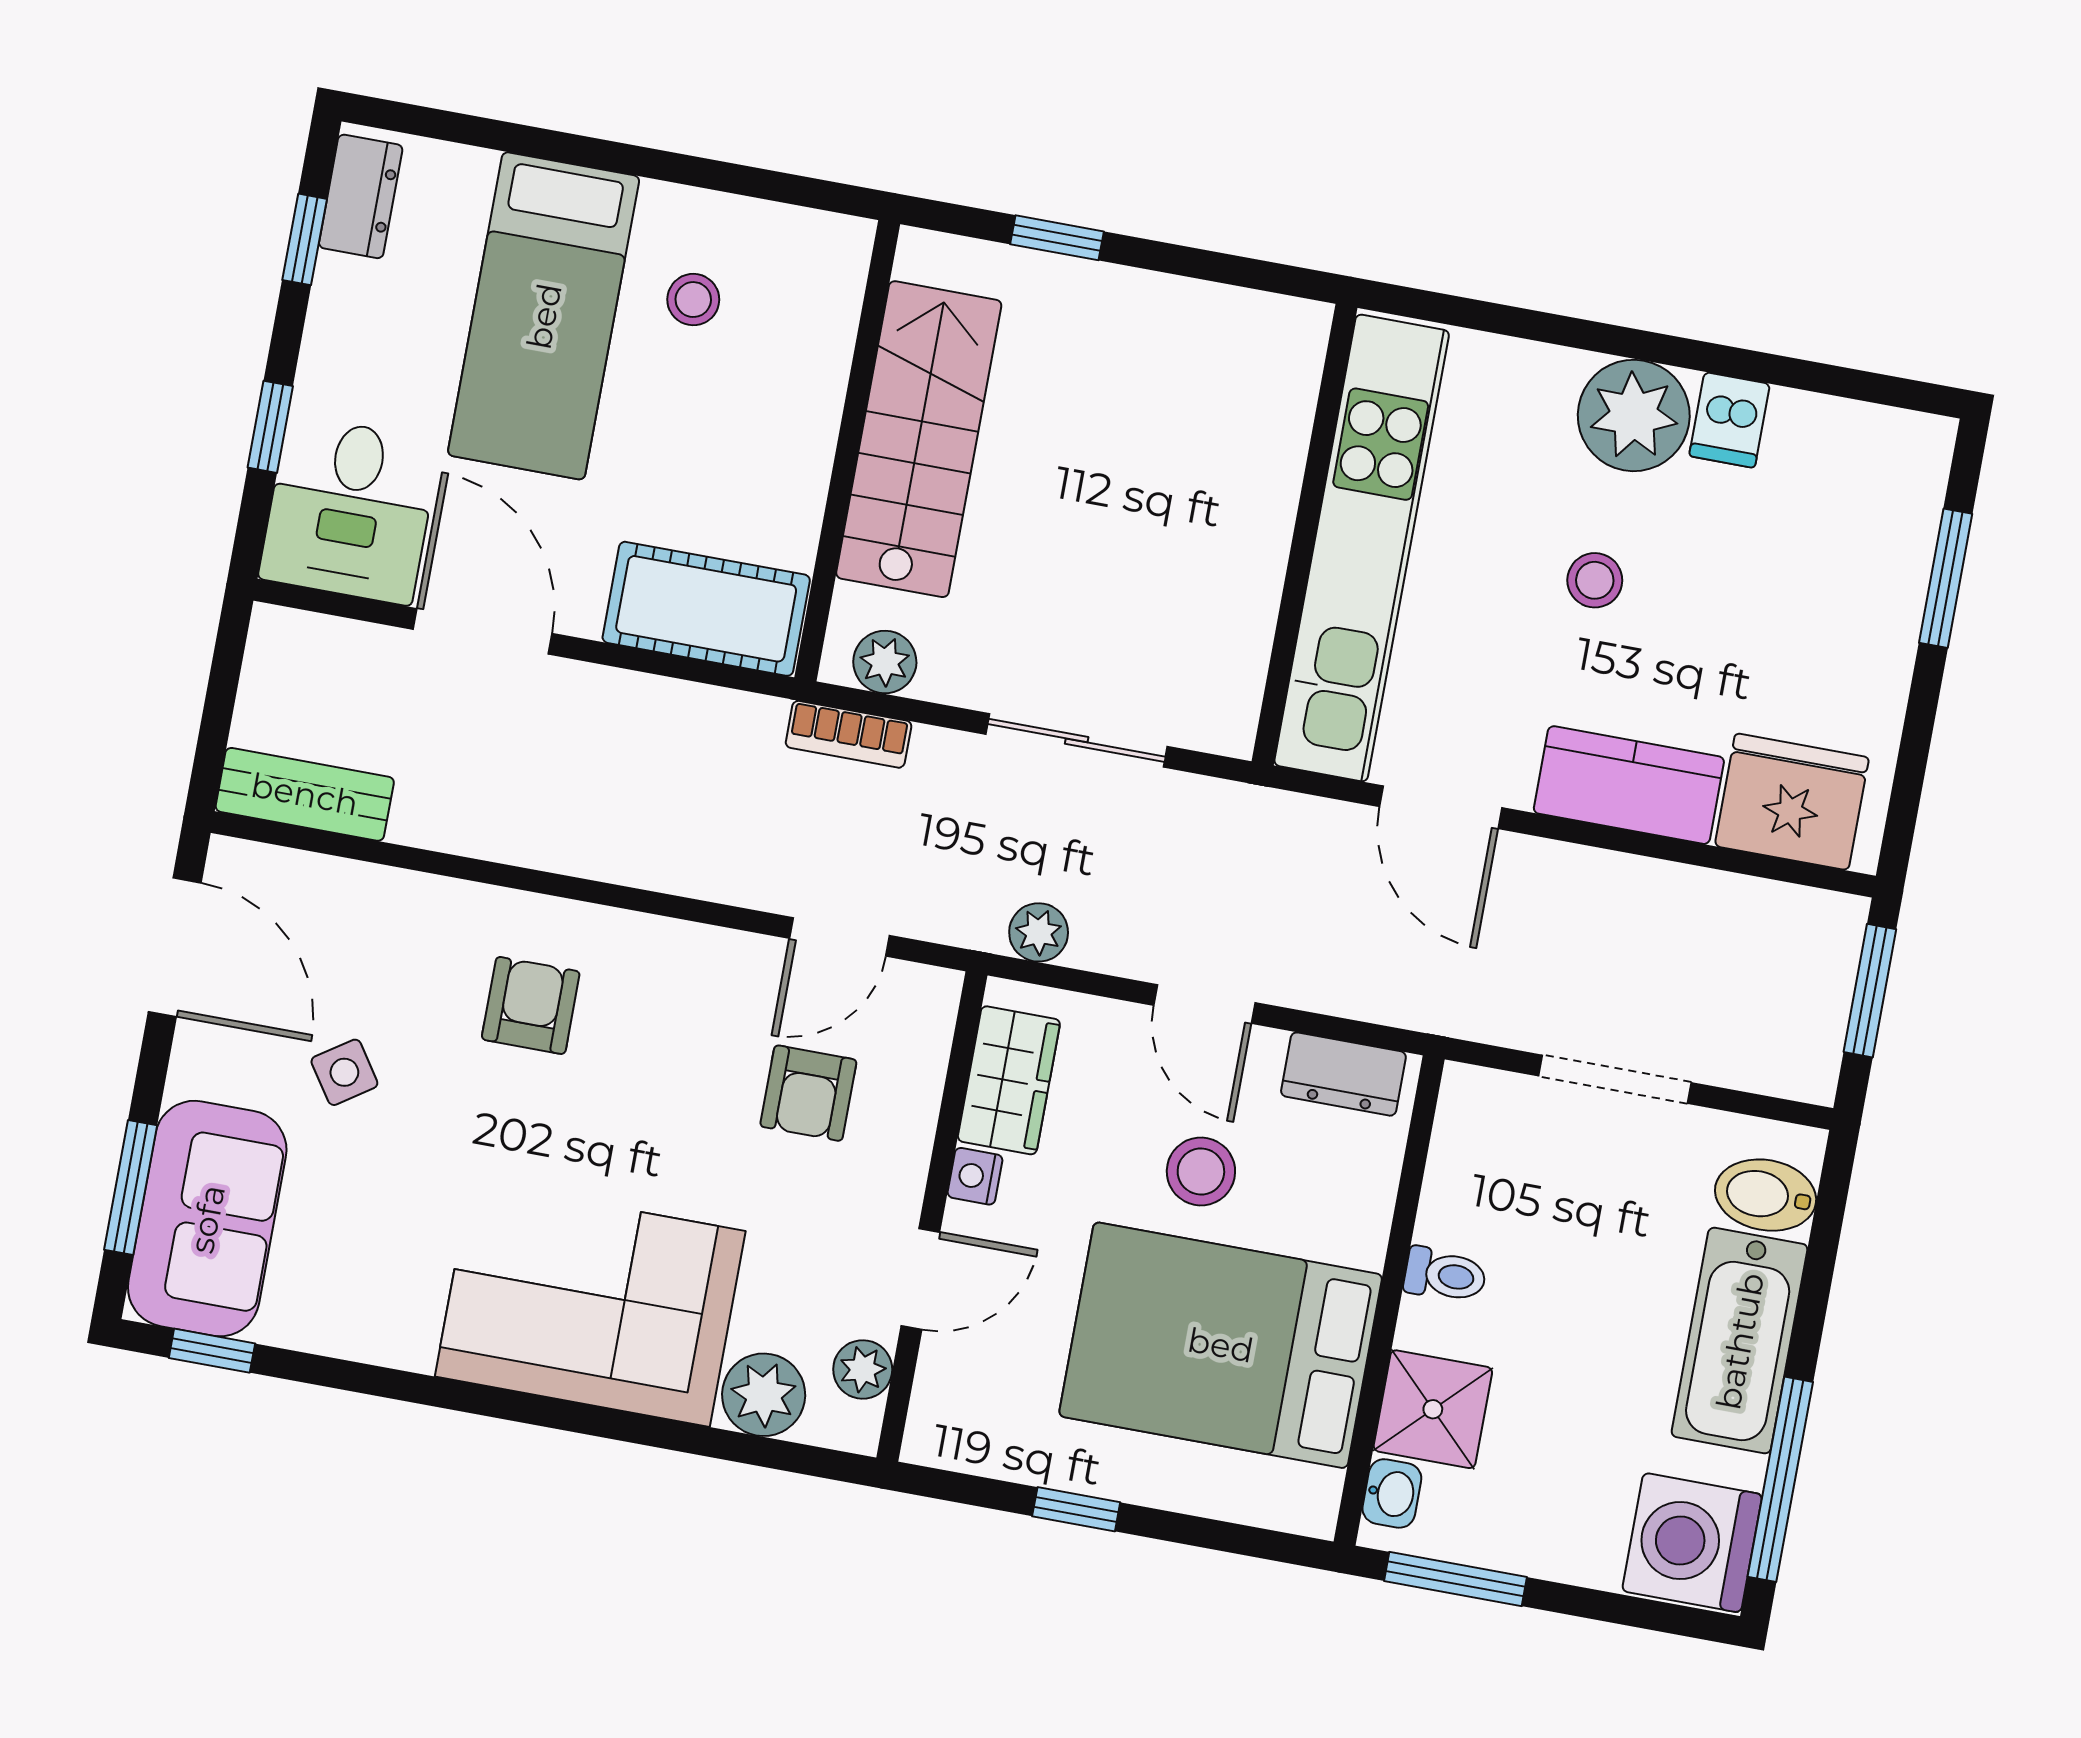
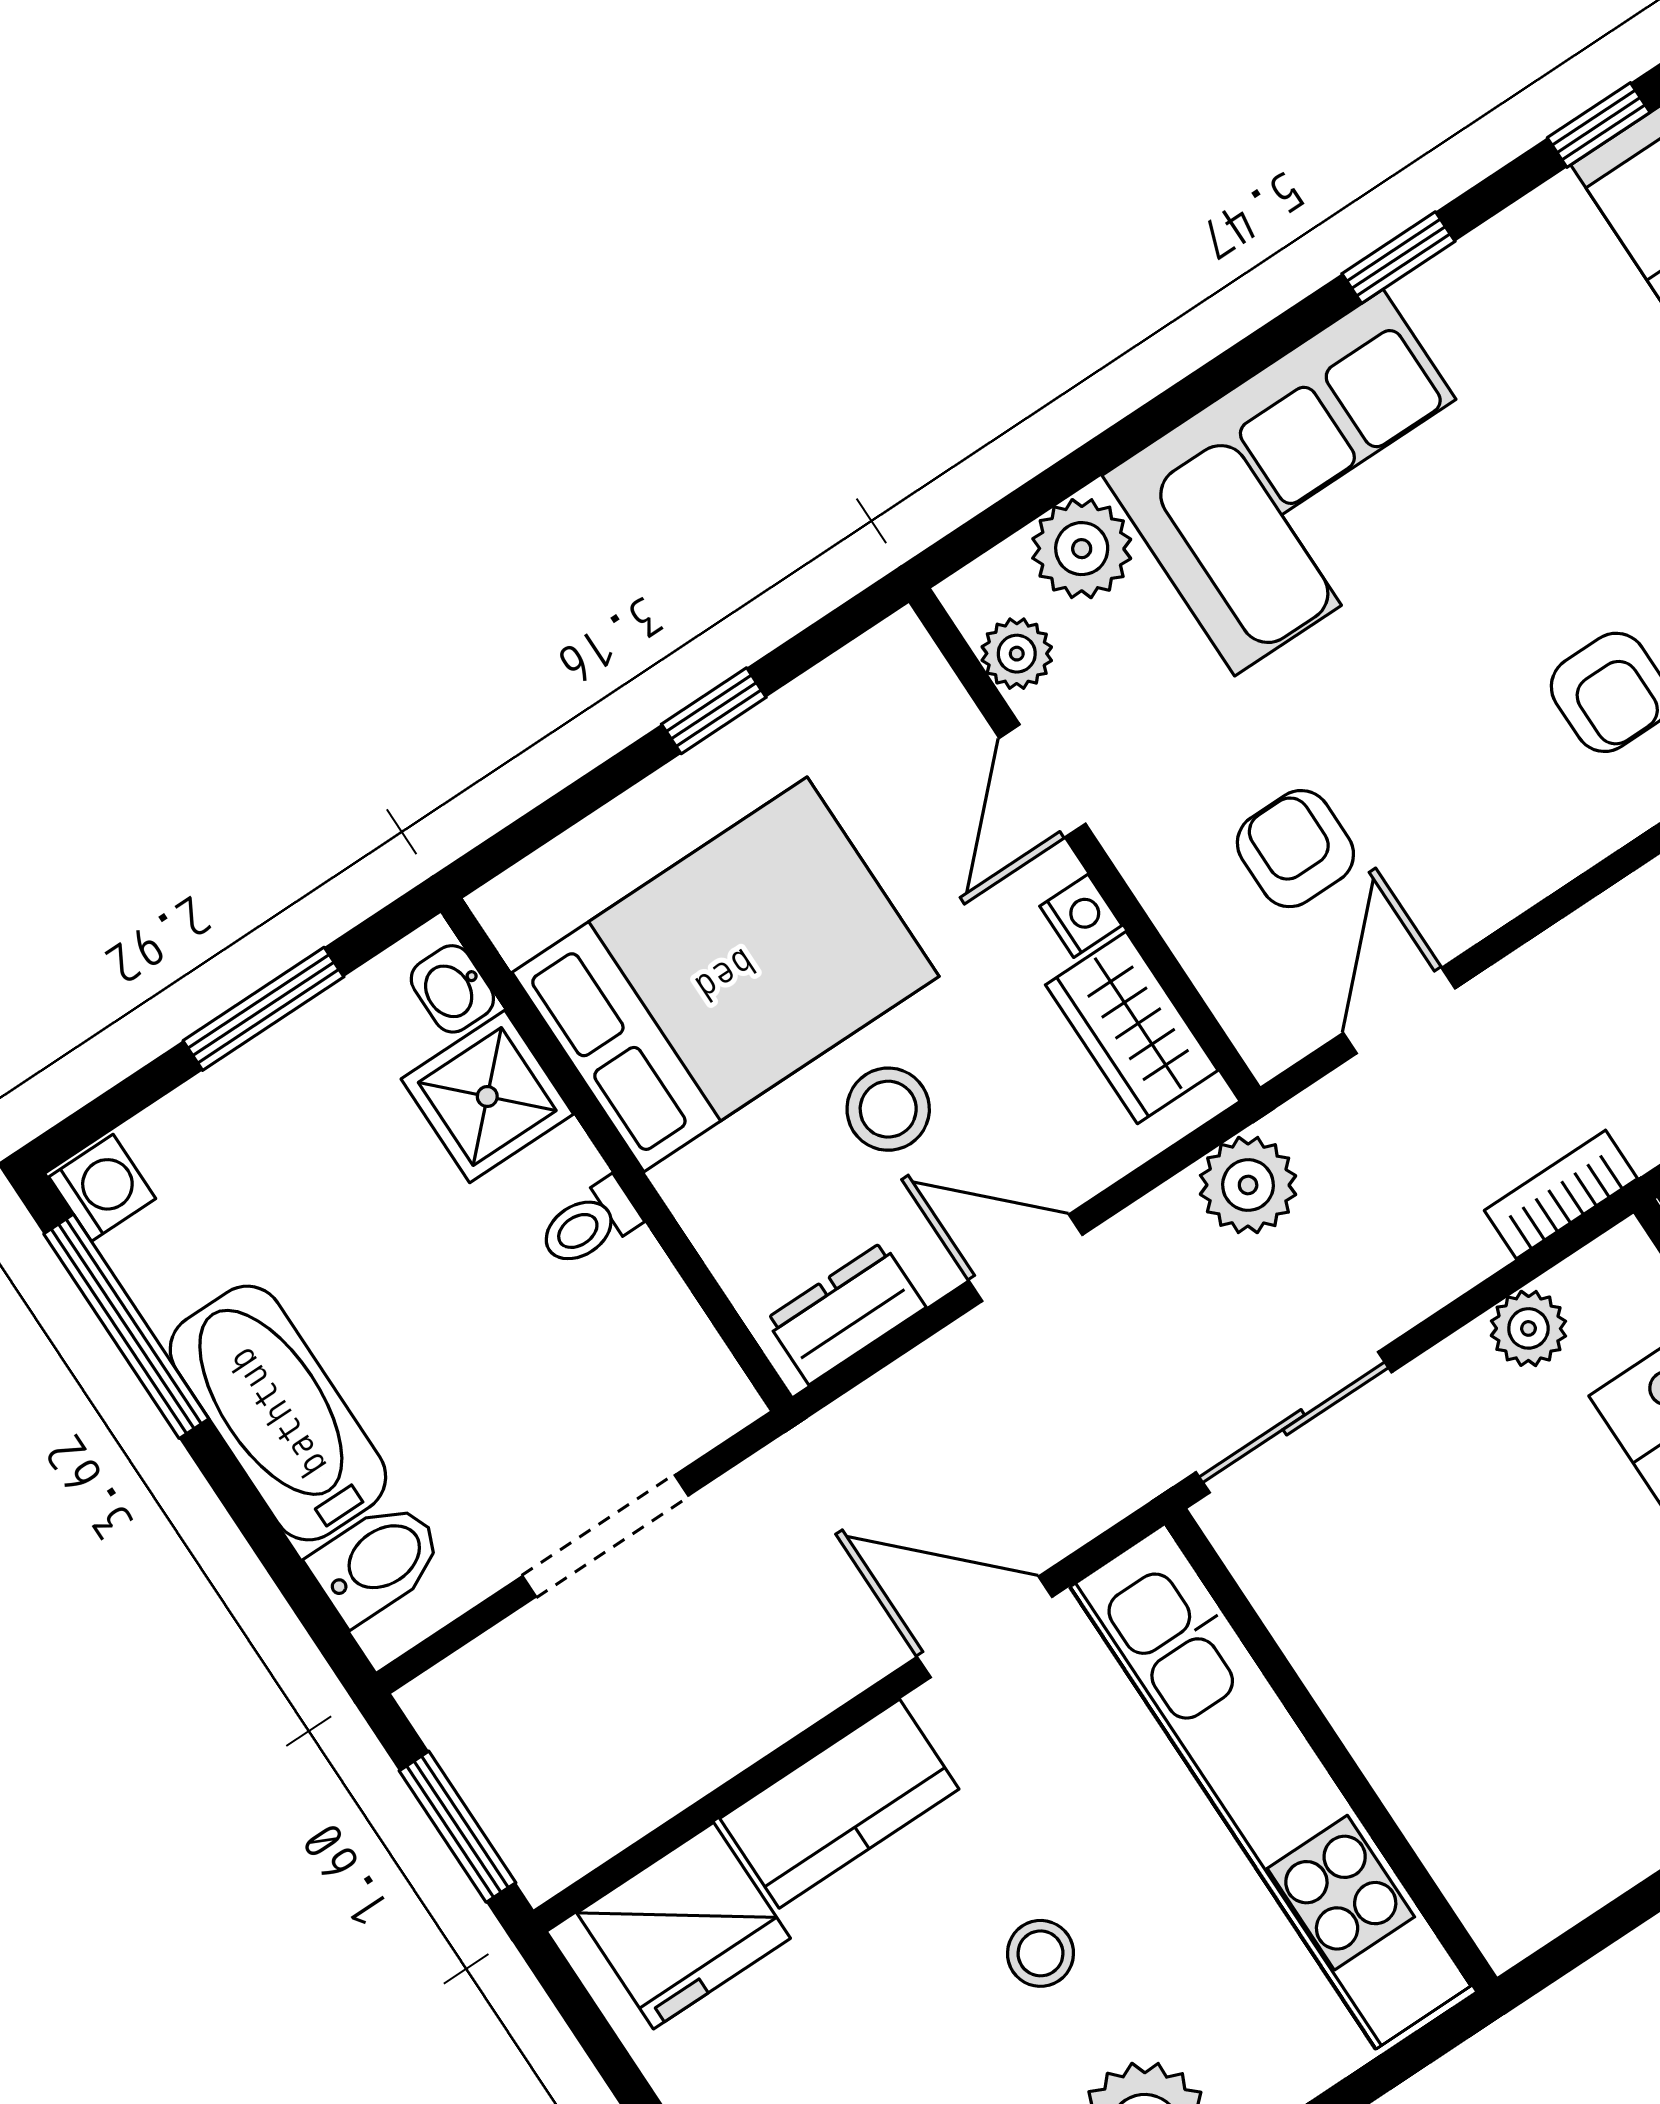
plant: (885, 662) -> (1528, 1328), moved
sliding door: (1077, 740) -> (1294, 1422), moved
plant: (1039, 932) -> (1248, 1185), width x1.38, depth x1.38
window: (407, 1387) -> (1399, 257), added
washing machine: (1692, 1543) -> (102, 1188), width x0.53, depth x0.53
window: (1456, 1579) -> (263, 1009), moved

